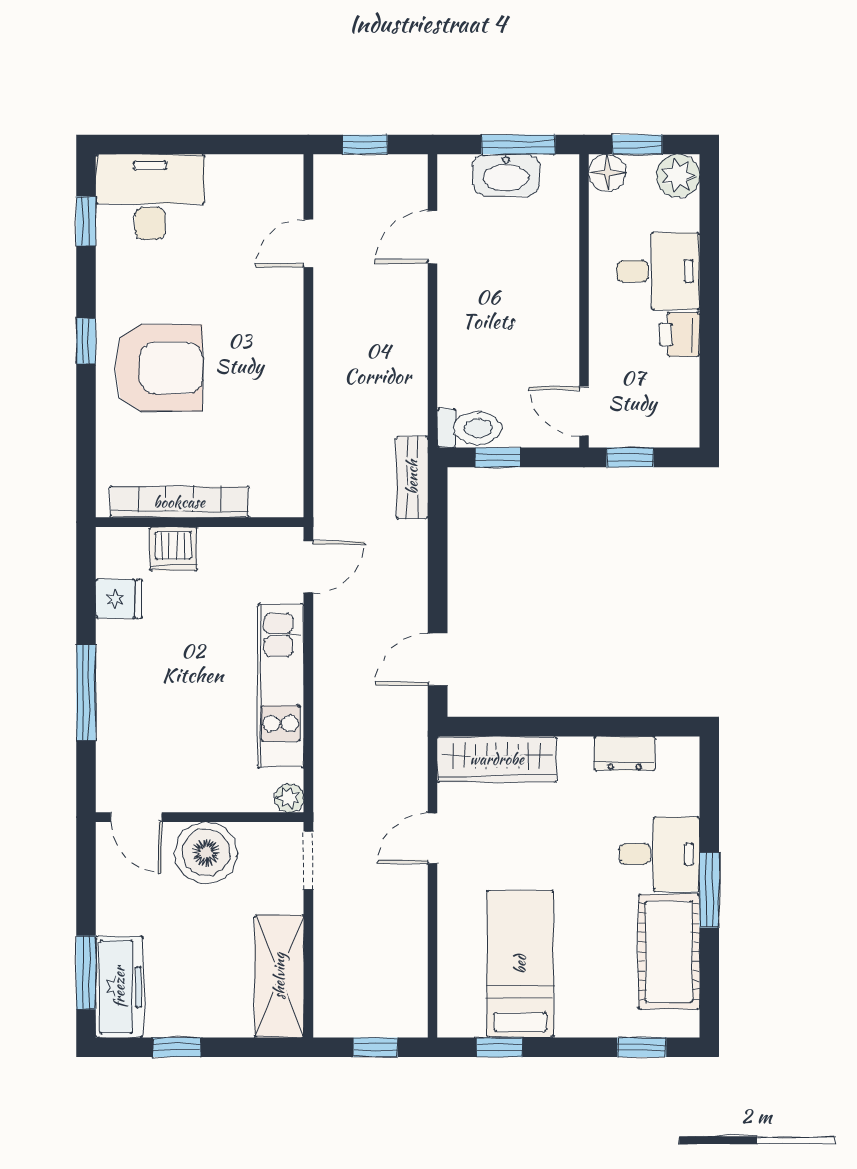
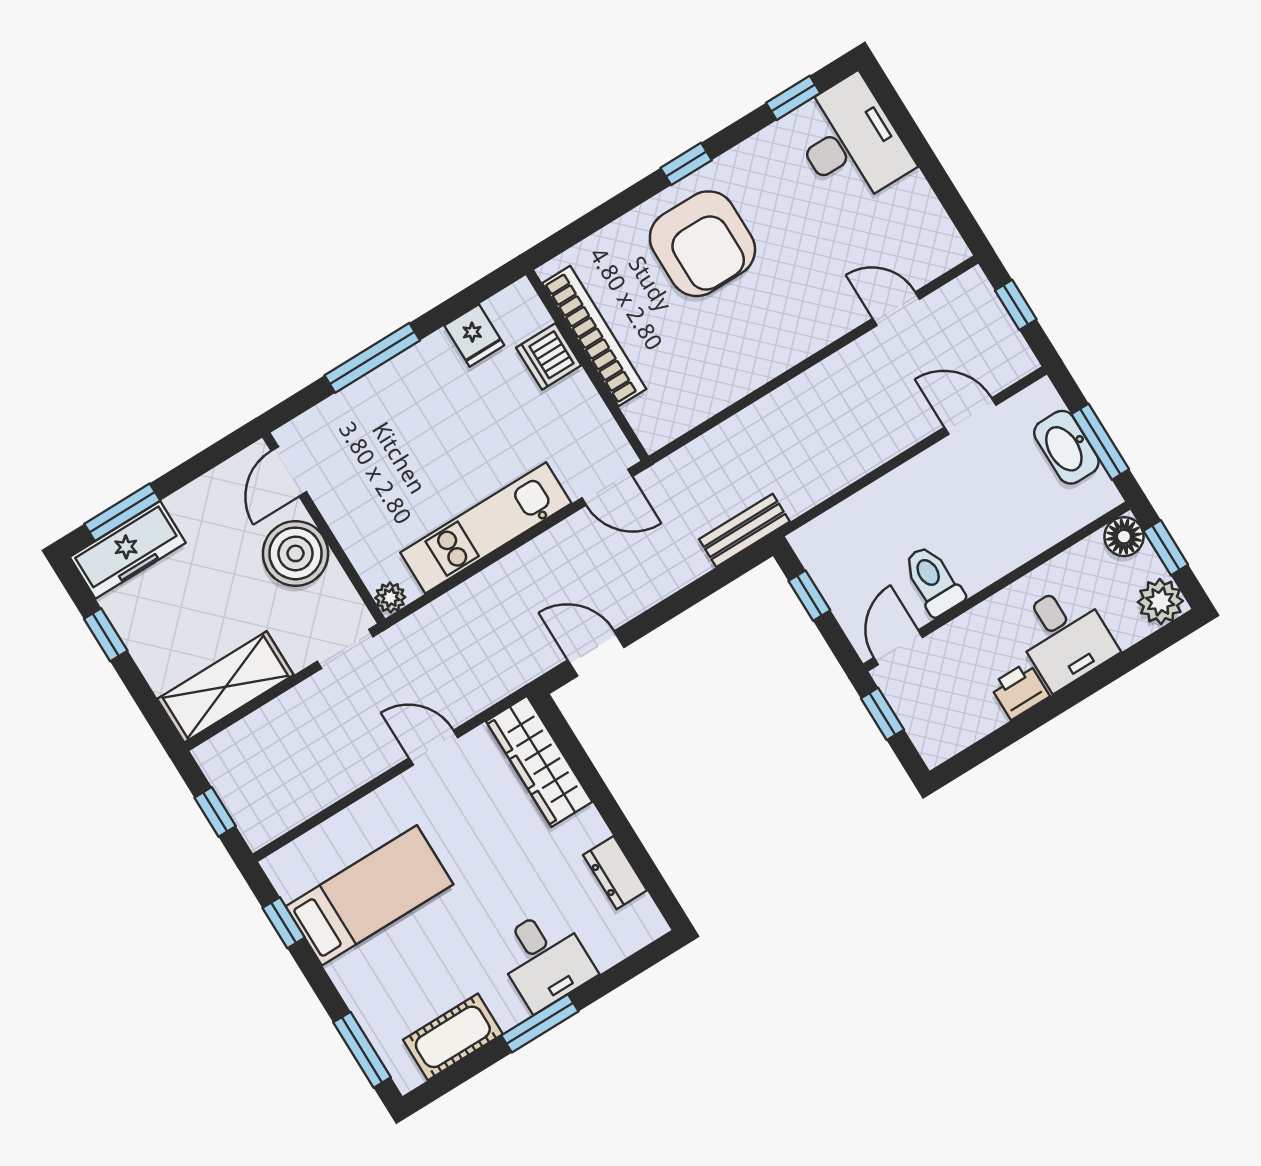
toilet: (469, 428) -> (933, 580), moved, turned 180
cot: (669, 952) -> (453, 1037), width x0.73, depth x0.75
window: (642, 1047) -> (362, 1050), width x1.50

